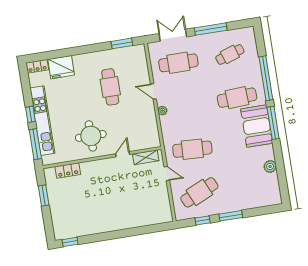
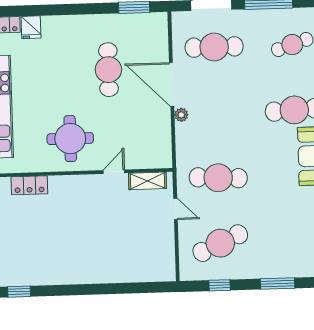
fridge: (61, 67) -> (31, 27), width x0.53, depth x0.75
door: (153, 91) -> (172, 85), width x1.87
window: (231, 216) -> (278, 283), moved

